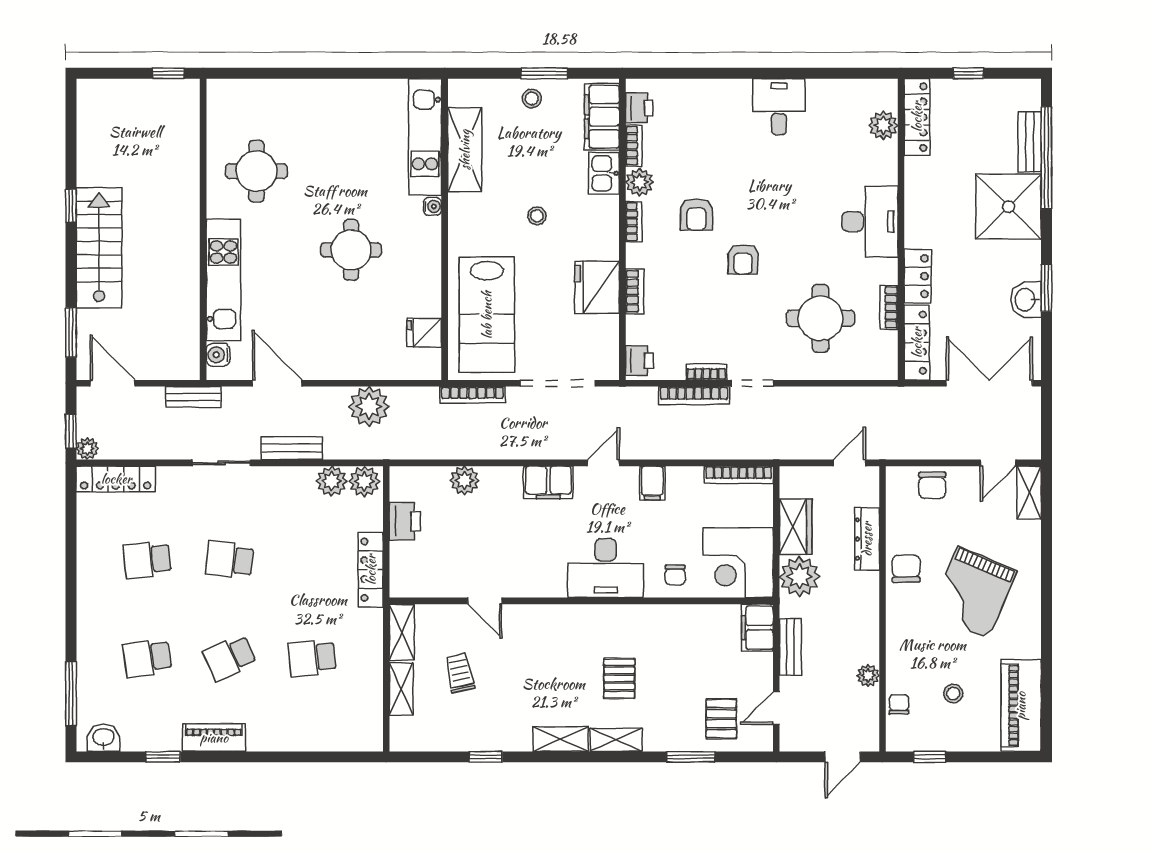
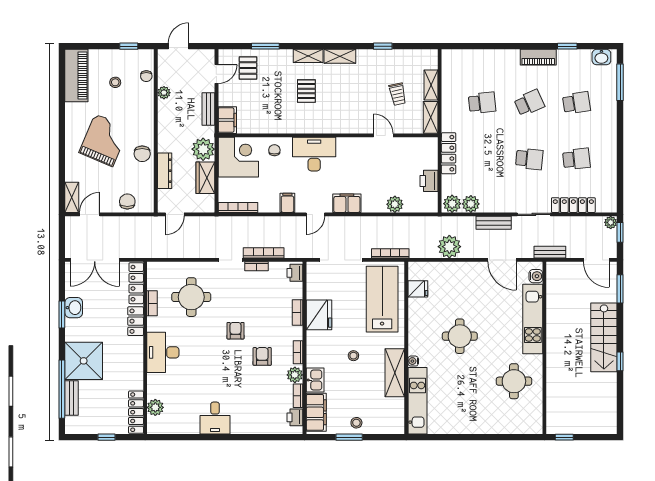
shelving: (465, 150) -> (395, 373), moved
locker: (116, 479) -> (573, 205), moved

